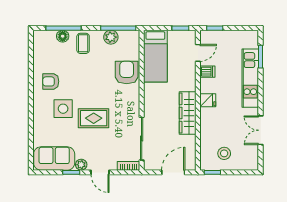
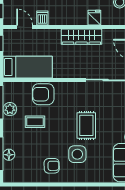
coffee table: (83, 43) -> (35, 122), moved
armchair: (51, 81) -> (52, 166), turned -91
fridge: (208, 100) -> (94, 18), moved

